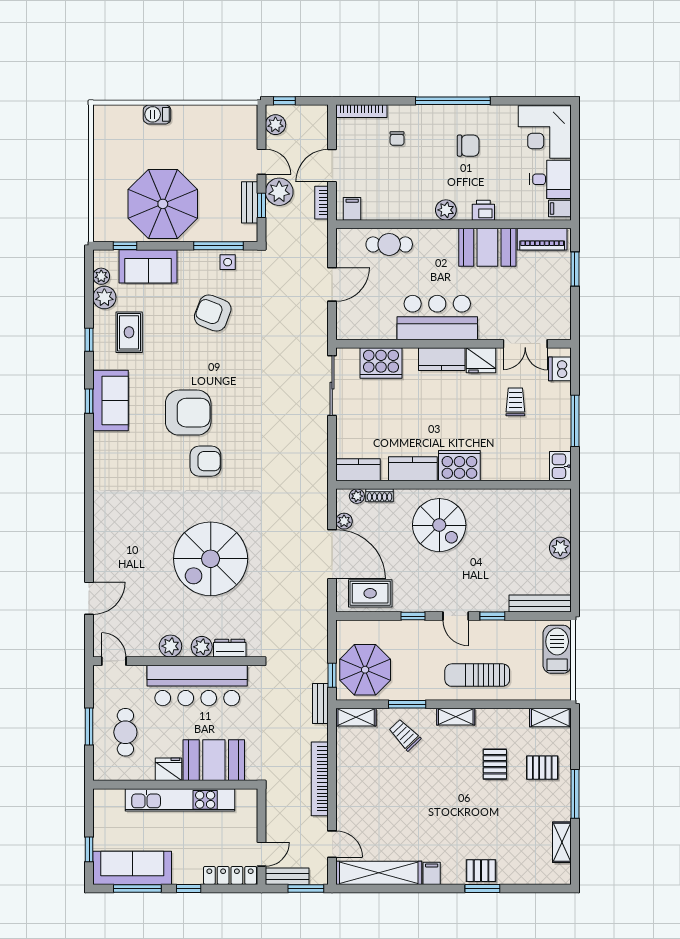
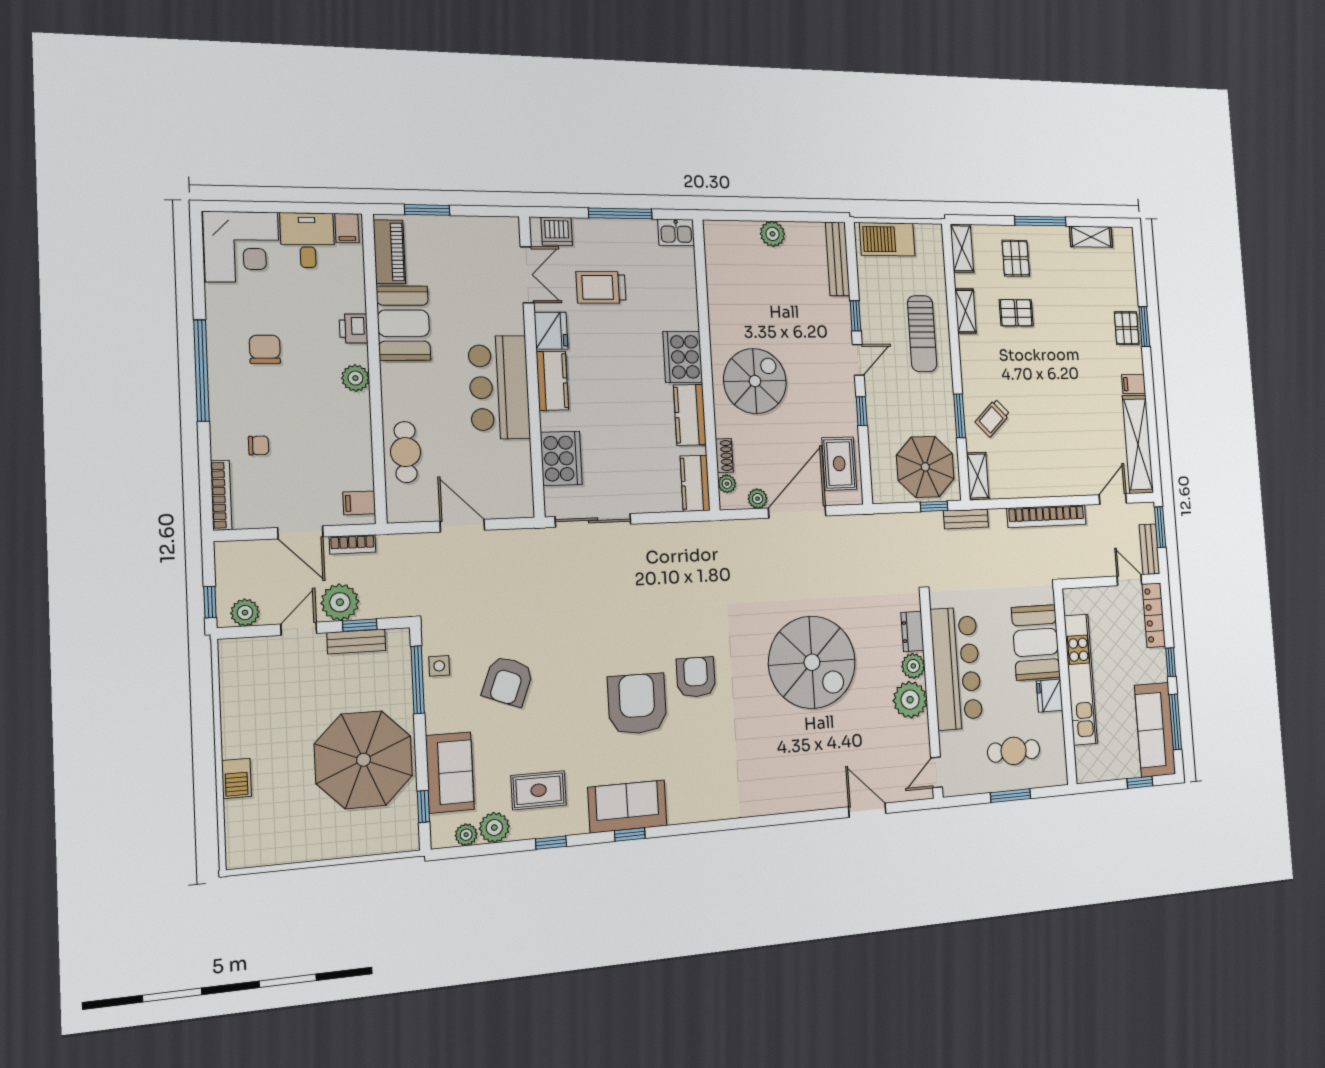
trolley: (515, 402) -> (601, 287), width x1.36, depth x1.39
plant: (170, 646) -> (910, 700), width x1.36, depth x1.36
shelving: (456, 717) -> (966, 311), moved

